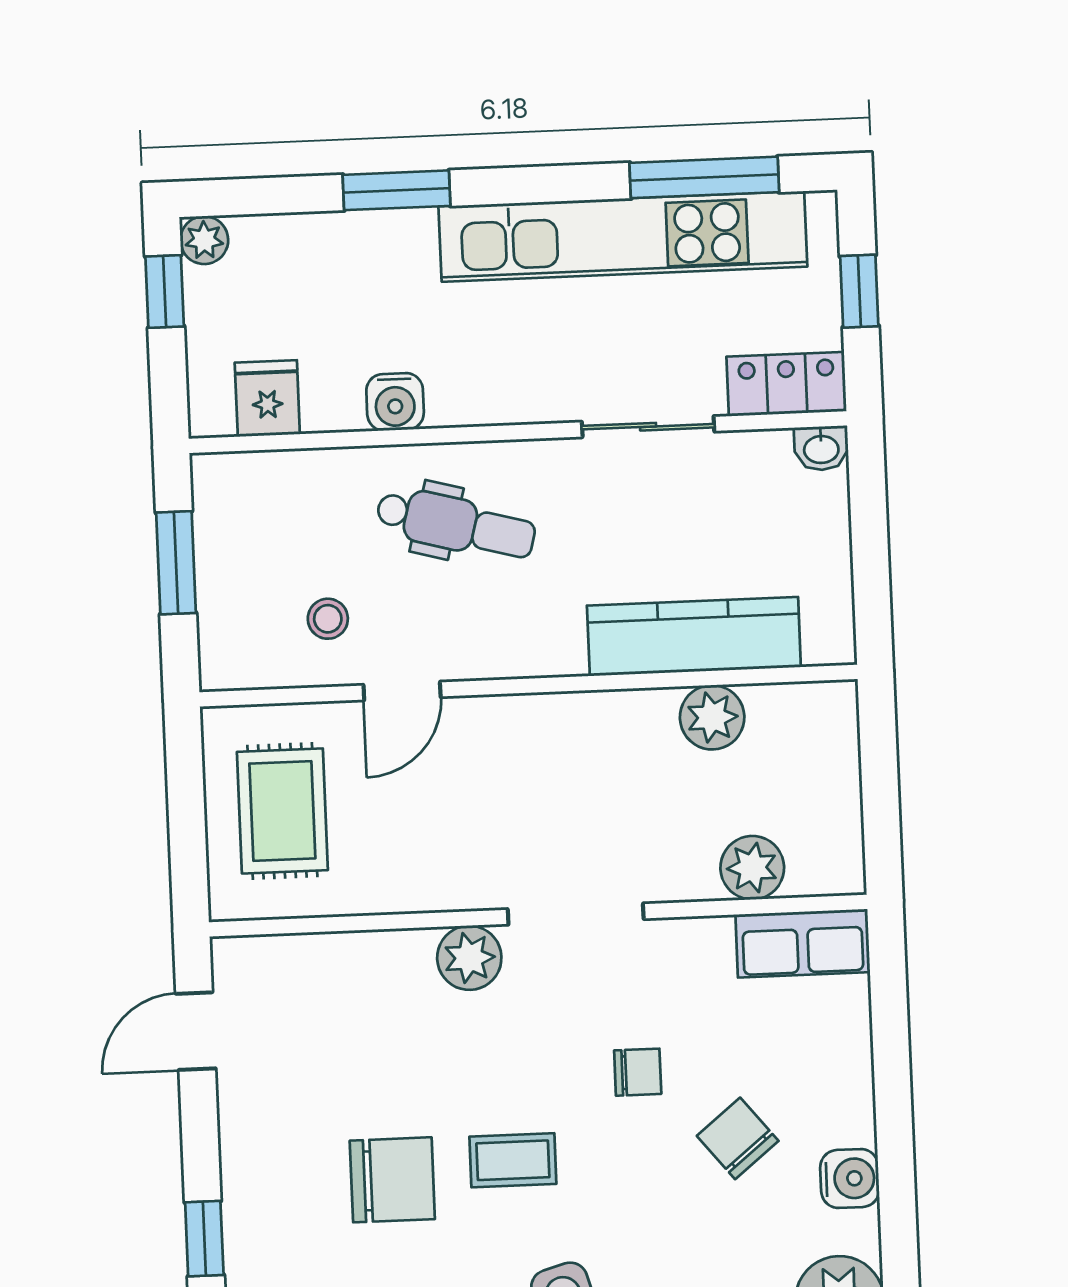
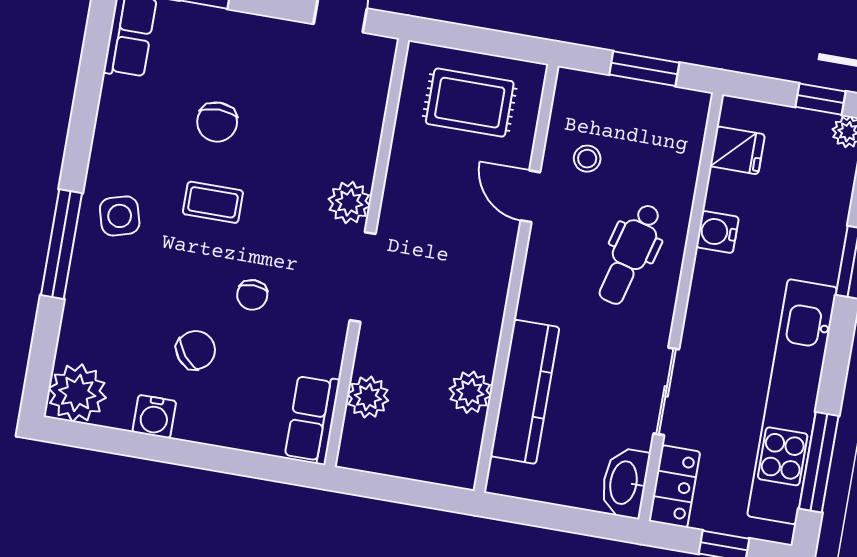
washbasin: (821, 448) -> (625, 483), width x1.91, depth x1.45
coffee table: (513, 1160) -> (213, 202), turned 90
chair: (392, 1180) -> (217, 122), width x0.73, depth x0.73

